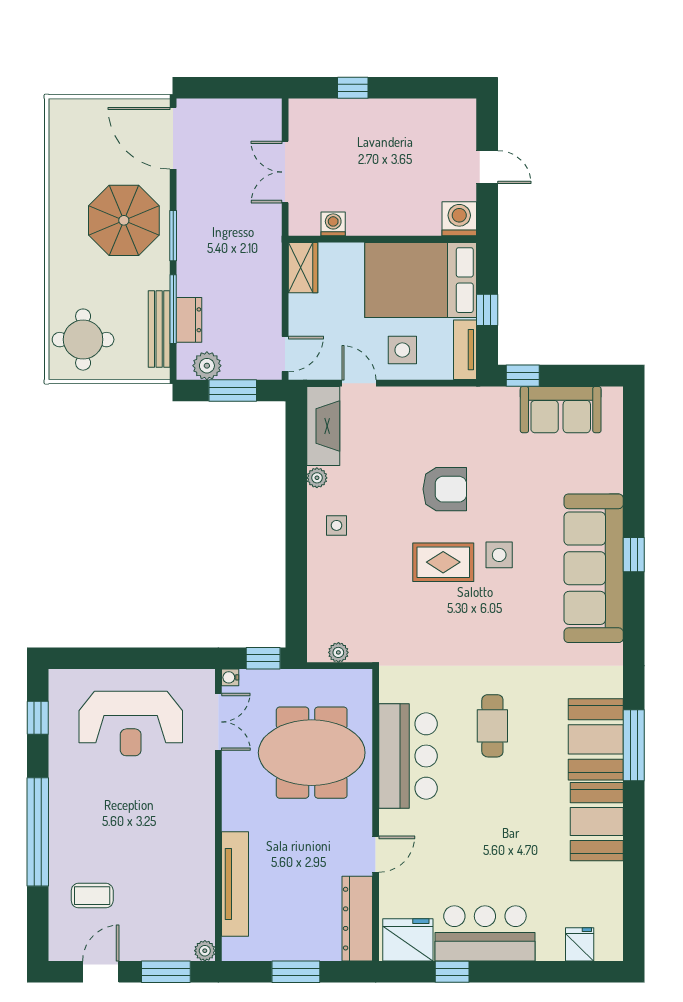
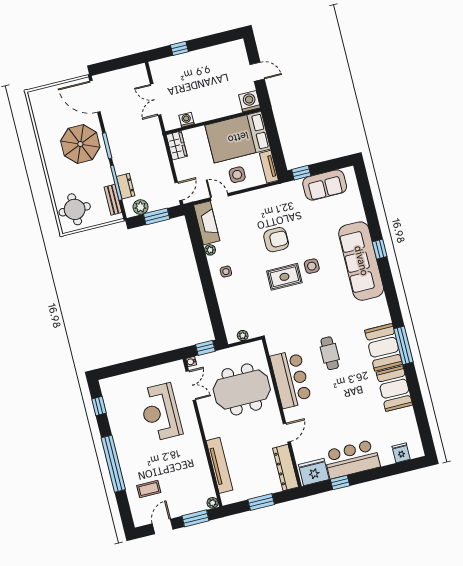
window: (487, 310) -> (275, 144), removed
bench: (159, 329) -> (113, 200), width x0.73
reception desk: (131, 724) -> (160, 412), moved, turned 90

